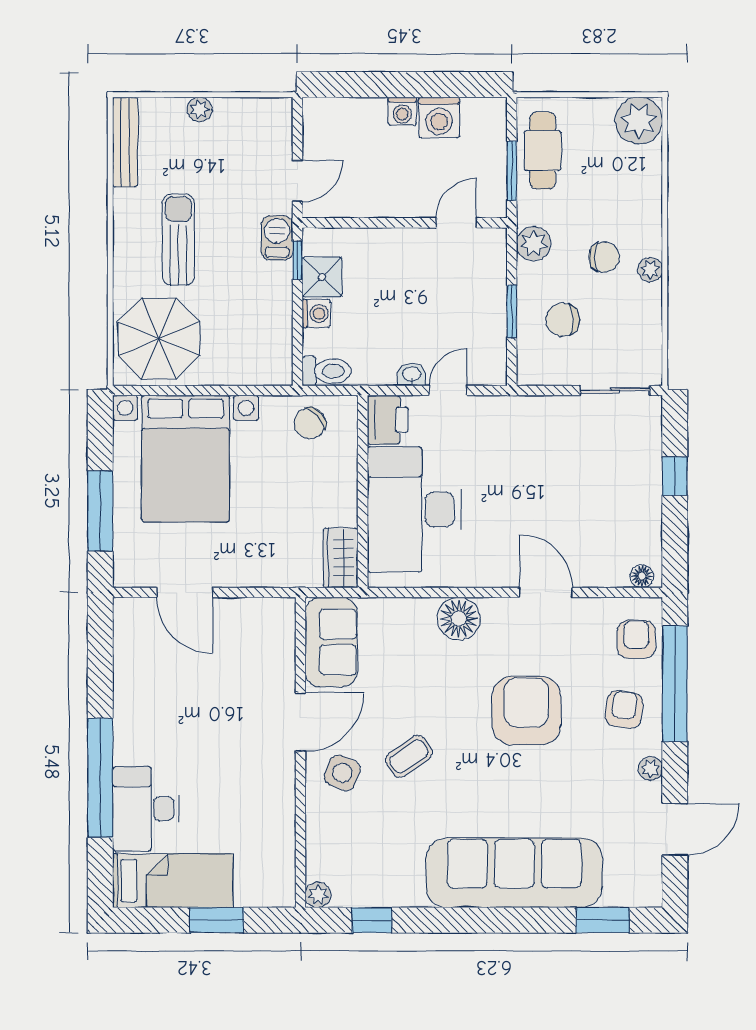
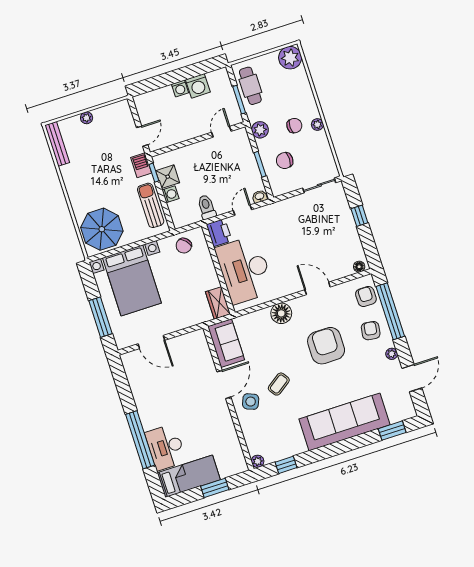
sun lounger: (178, 240) -> (151, 205), moved
toilet: (326, 371) -> (207, 207), moved, turned -90
washbasin: (412, 375) -> (260, 196), moved

